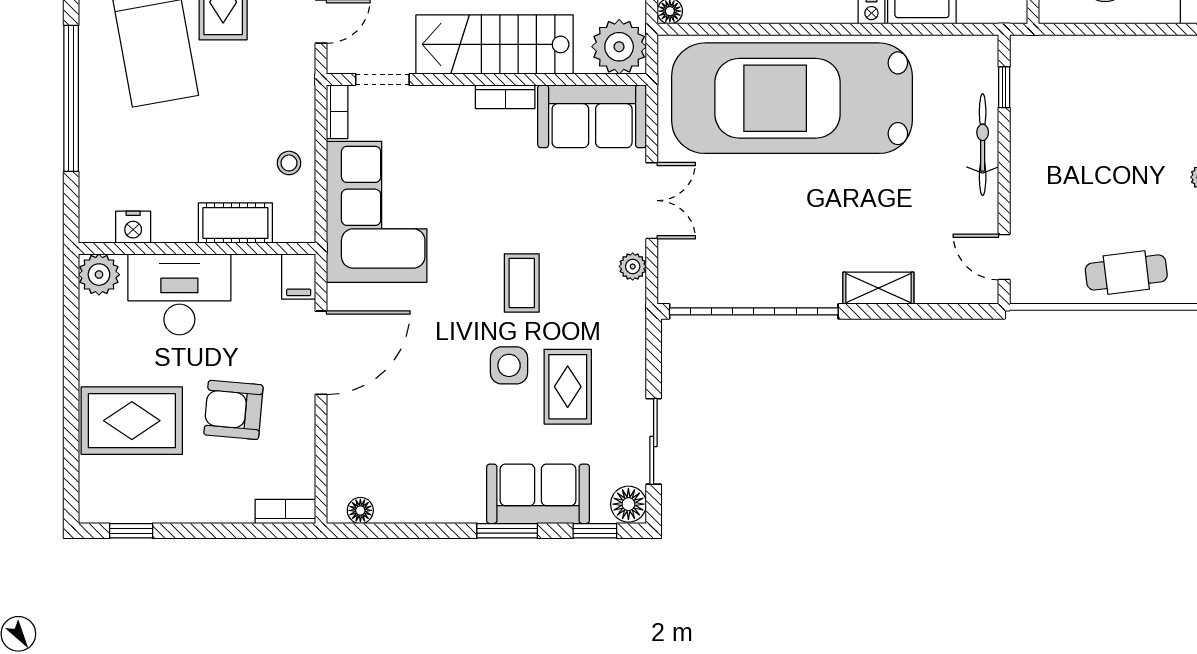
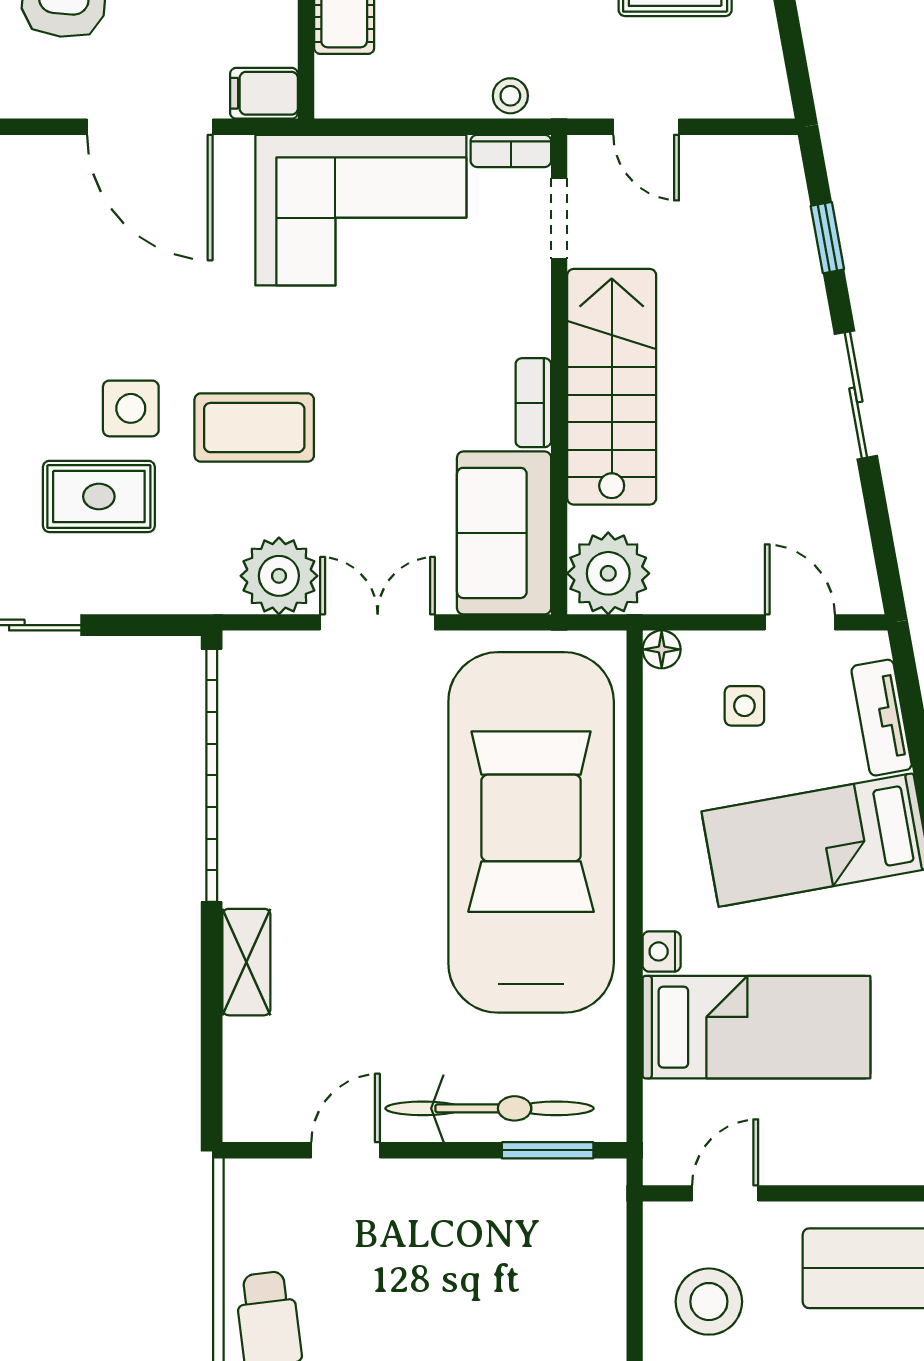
window: (1004, 87) -> (548, 1150), width x1.50
bicycle: (983, 145) -> (490, 1108), width x1.37, depth x1.40
stool: (289, 163) -> (510, 96), moved
double door: (652, 201) -> (378, 622), swing flipped
door: (1004, 257) -> (346, 1150), moved
plant: (633, 266) -> (279, 576), width x1.88, depth x1.88
coffee table: (522, 283) -> (254, 428), width x1.36, depth x1.30

